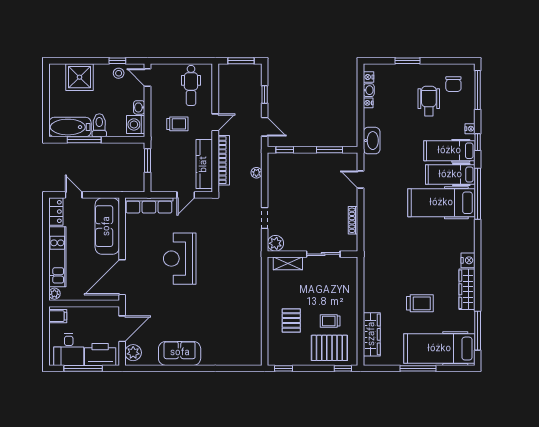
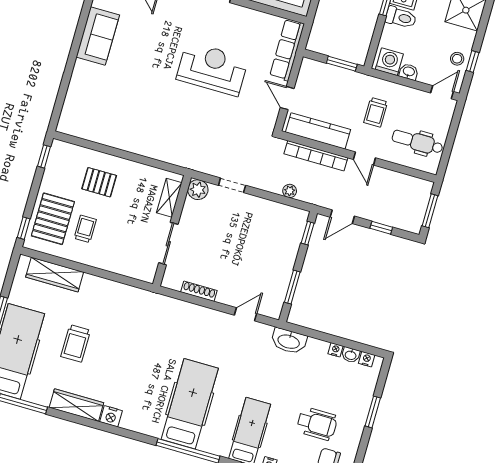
hospital bed: (450, 175) -> (221, 424), removed

